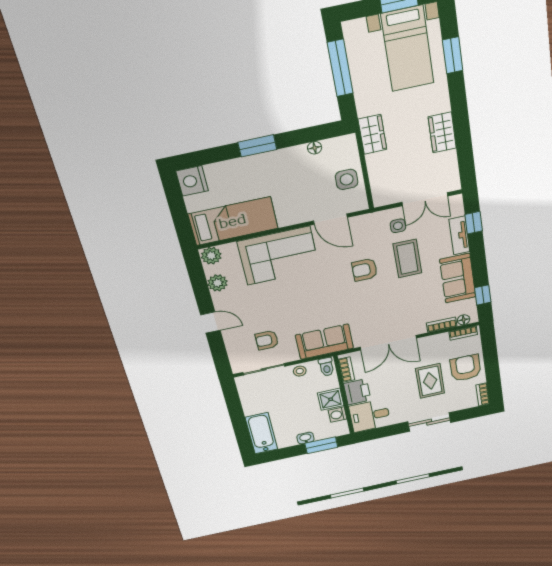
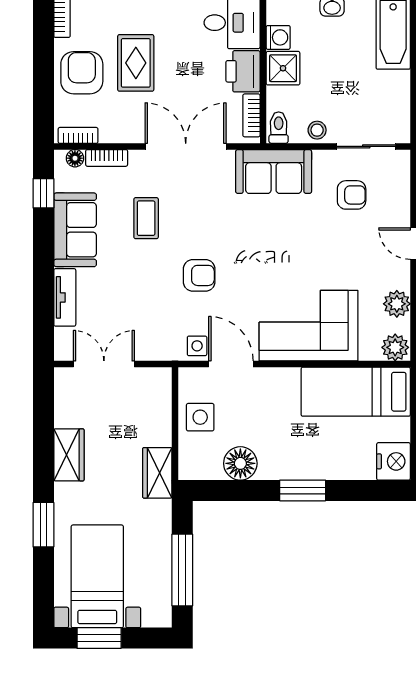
window: (453, 55) -> (43, 525), moved
floor lamp: (315, 148) -> (240, 463), width x1.89, depth x1.89
window: (474, 223) -> (43, 313), removed
side table: (398, 226) -> (197, 346), moved
coffee table: (407, 258) -> (146, 218), moved, width x0.73, depth x0.77
armchair: (465, 368) -> (82, 73), turned 180

